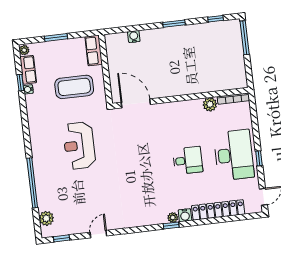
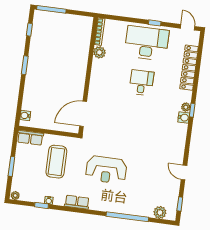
water cooler: (134, 37) -> (25, 116), moved
row of seats: (28, 70) -> (77, 202), moved
water cooler: (185, 215) -> (184, 118), moved

